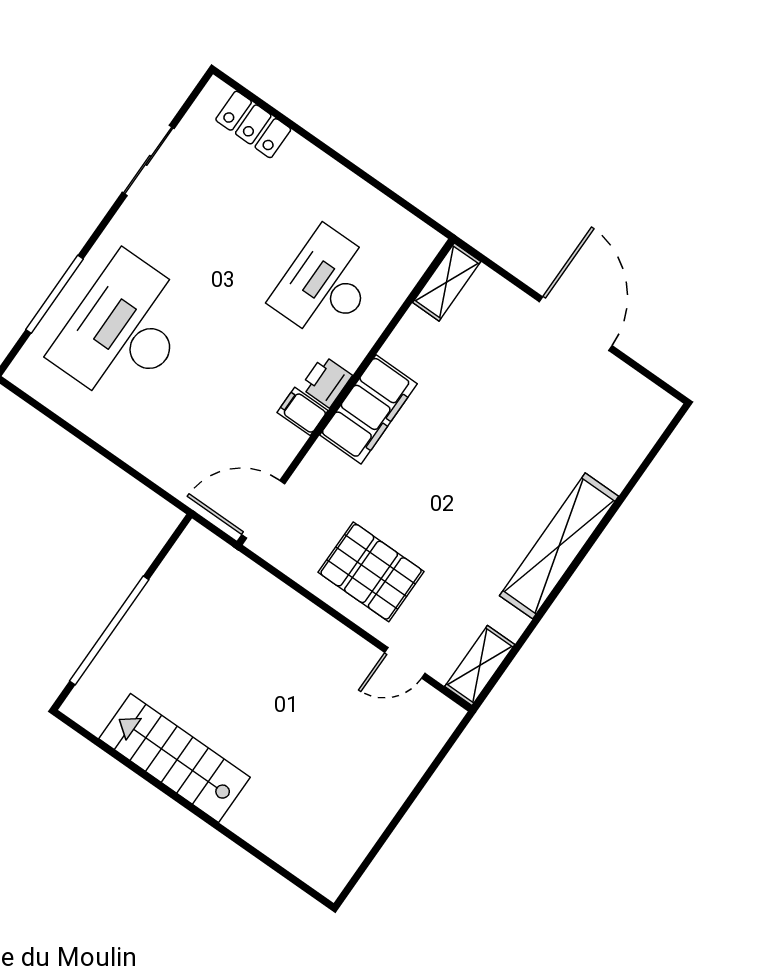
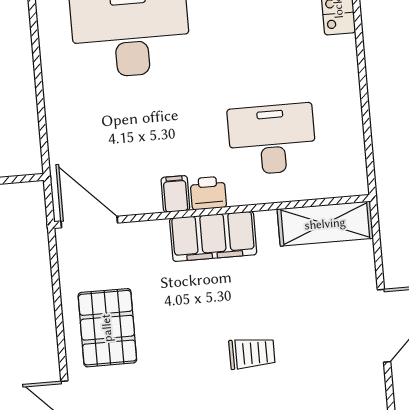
shelving: (447, 282) -> (325, 224), width x1.50, depth x1.33
trolley: (502, 462) -> (252, 353), added

